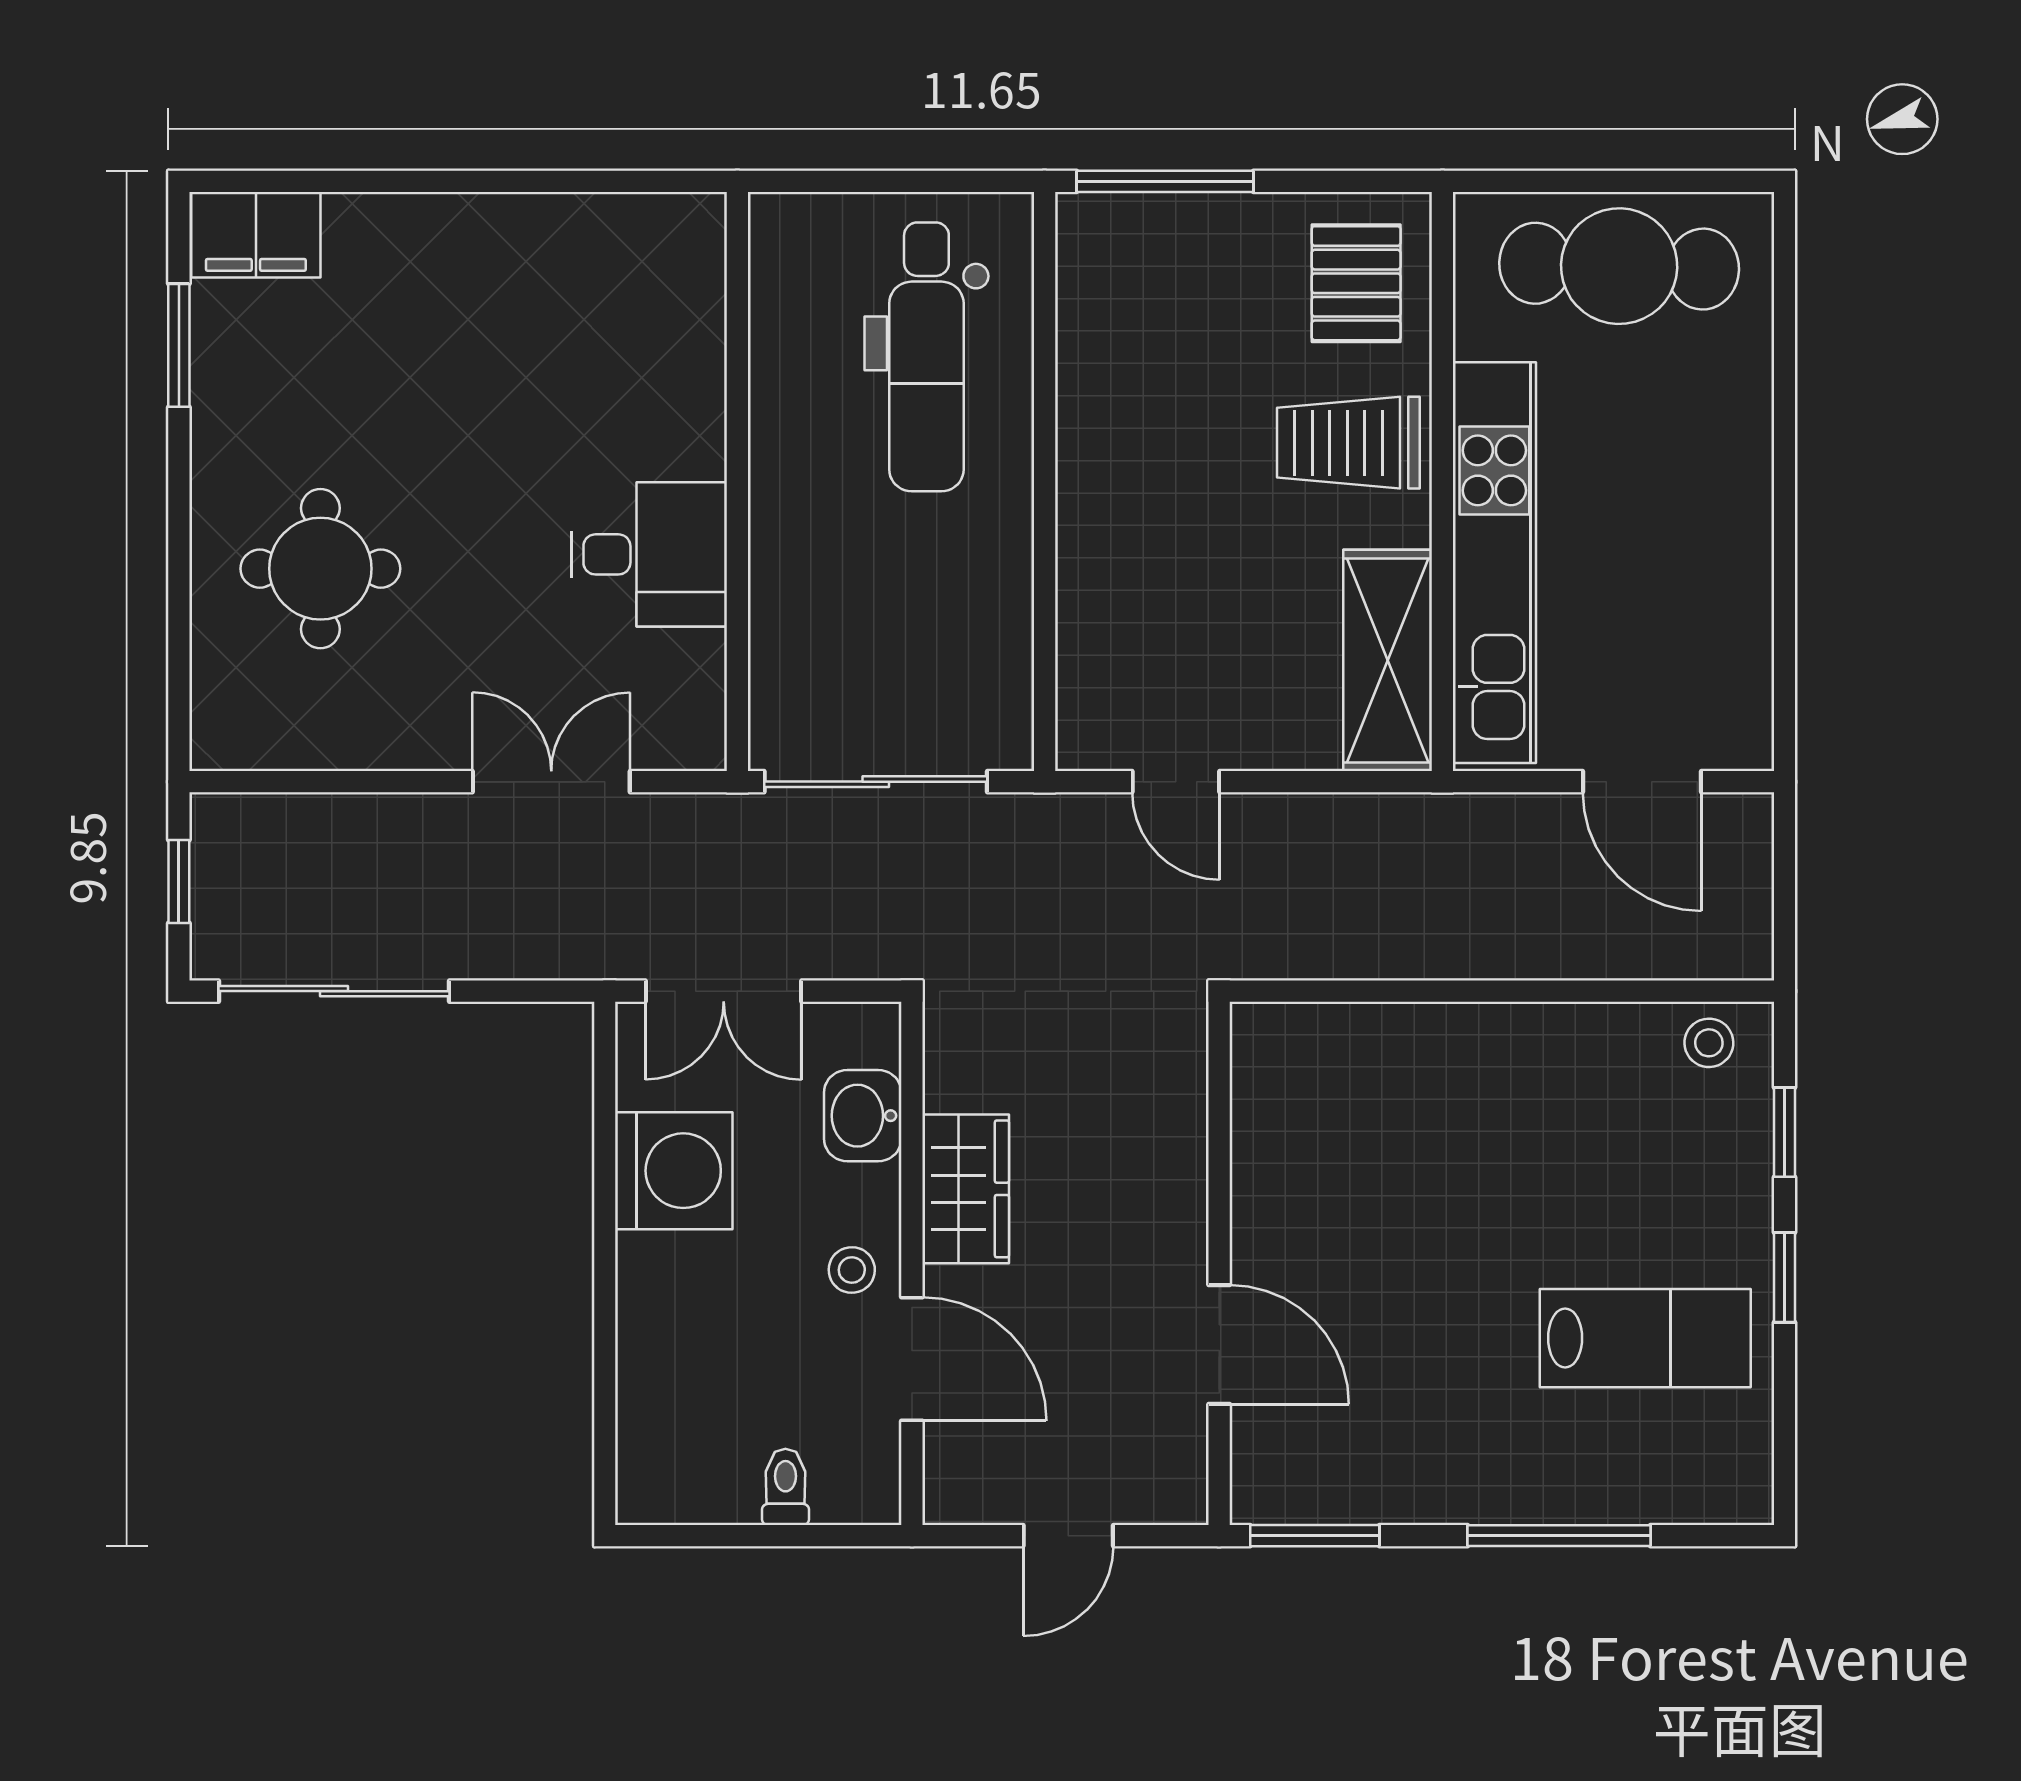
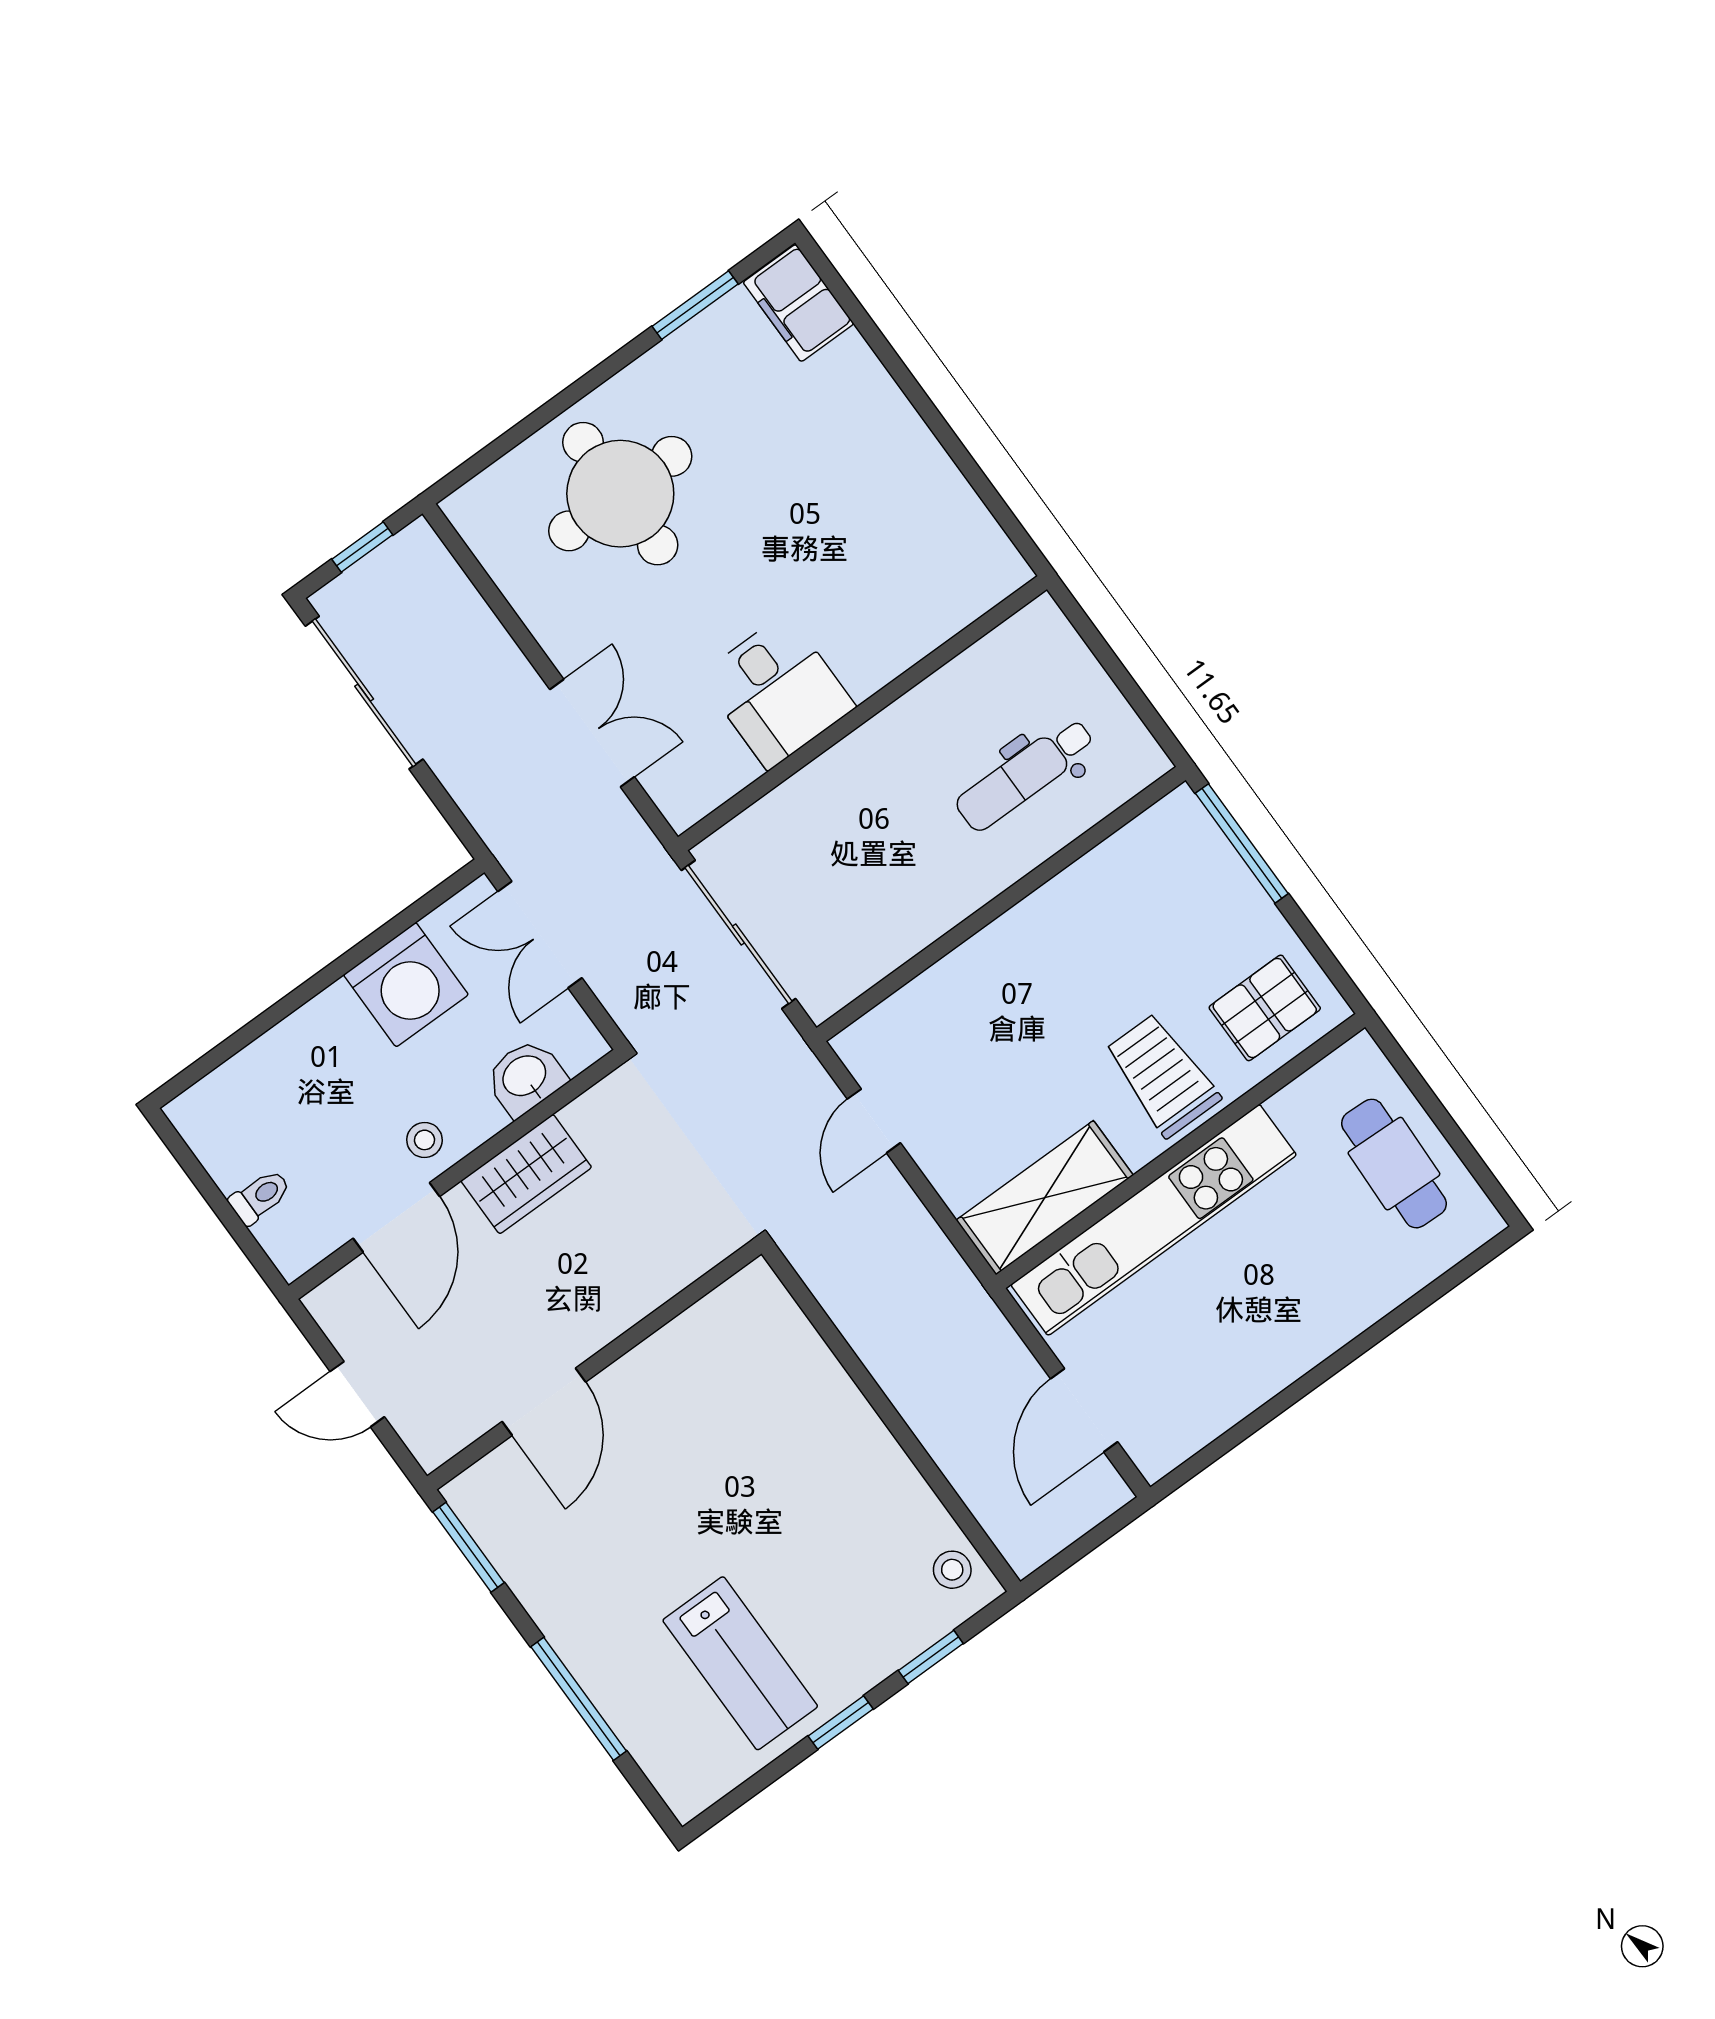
cafe table: (1619, 266) -> (1394, 1164), width x0.73, depth x0.74
dental chair: (926, 357) -> (1025, 774), width x0.73, depth x0.72
round table: (320, 569) -> (620, 494), width x1.36, depth x1.36

